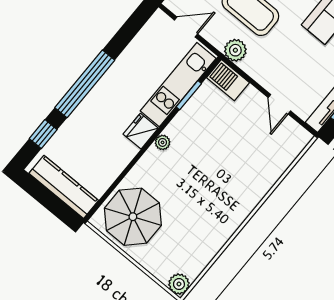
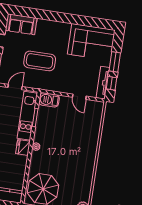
plant: (235, 50) -> (44, 84), removed

